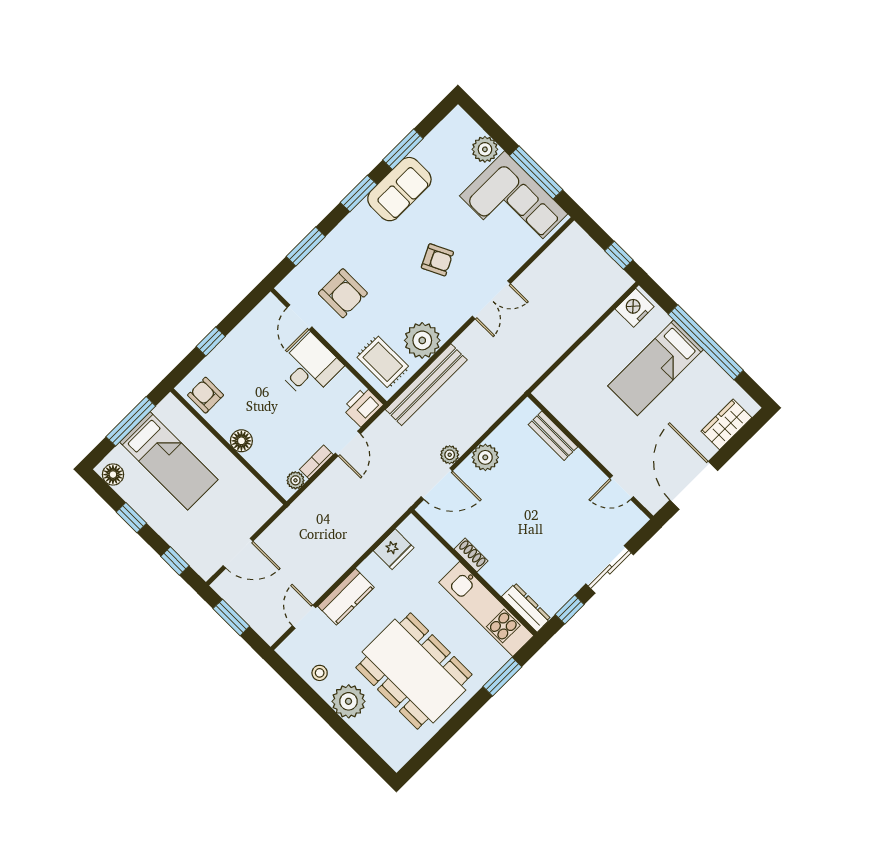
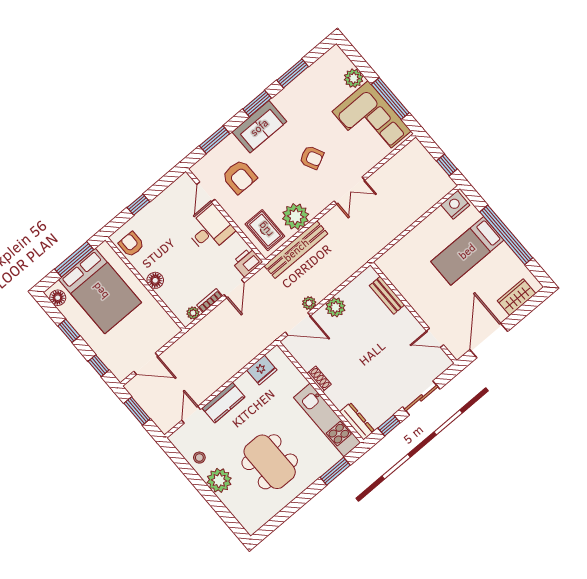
sofa: (399, 189) -> (259, 127), moved
bed: (169, 461) -> (100, 291), width x1.50
dining table: (414, 671) -> (270, 462), width x0.73, depth x0.80

